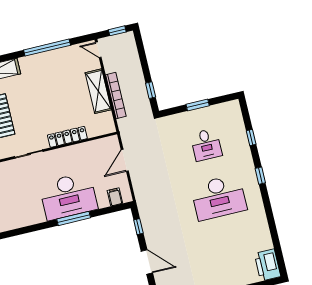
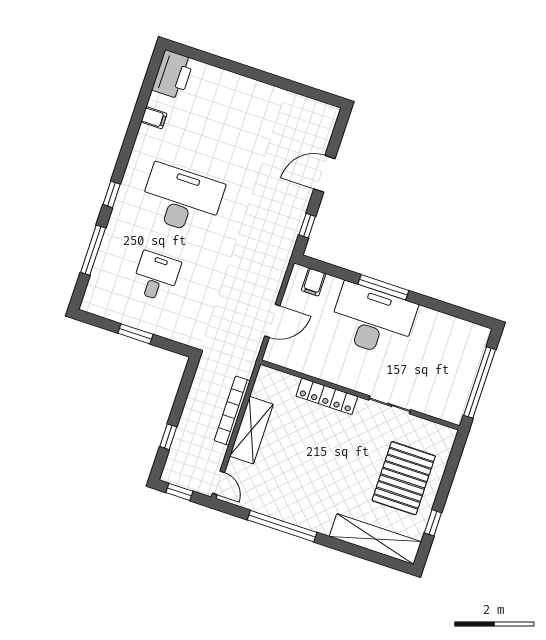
window: (151, 90) -> (168, 437), moved
window: (251, 138) -> (93, 250), width x2.17
filing cabinet: (263, 234) -> (154, 118), added
door: (147, 262) -> (324, 174), hinge flipped

